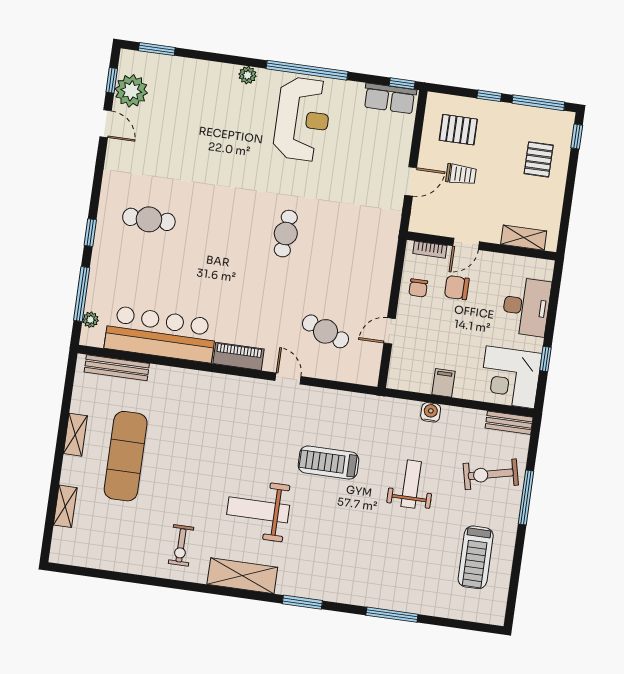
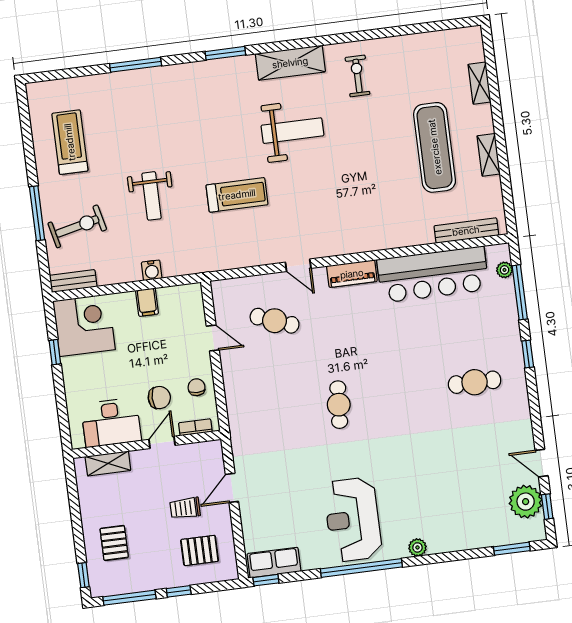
desk: (526, 307) -> (111, 422), moved, turned -90
door: (390, 331) -> (213, 338), hinge flipped

